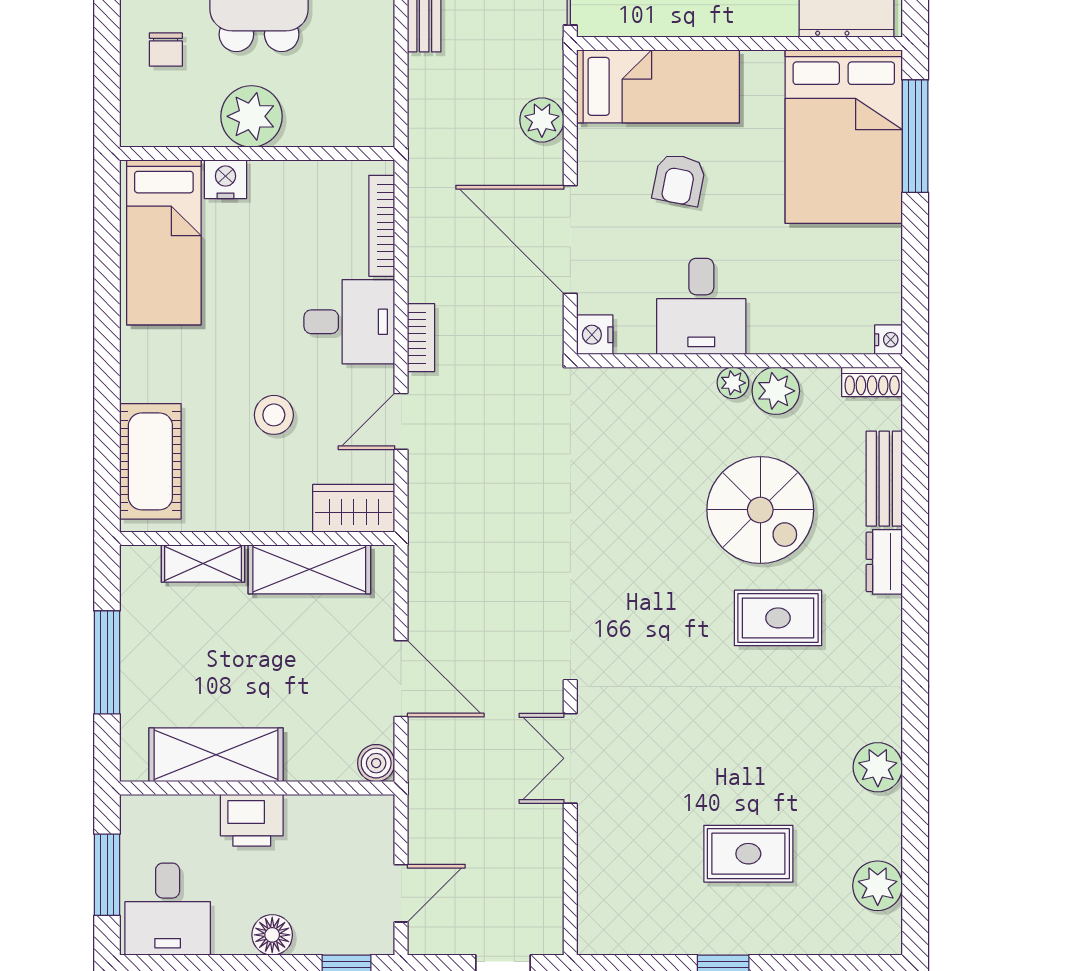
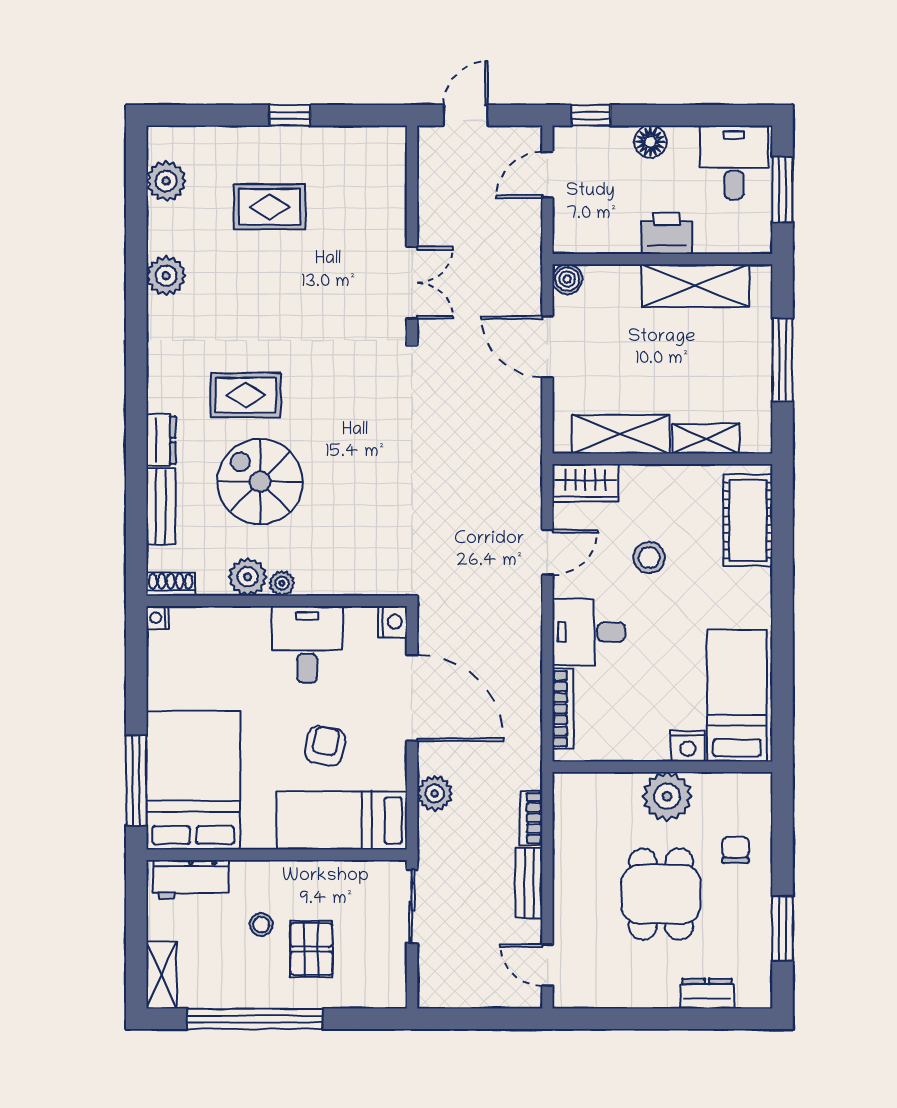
bookcase: (421, 338) -> (531, 818), moved

